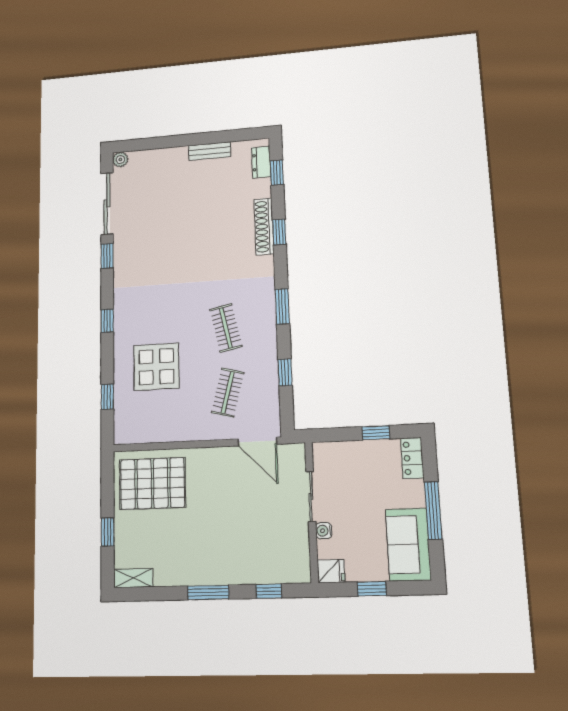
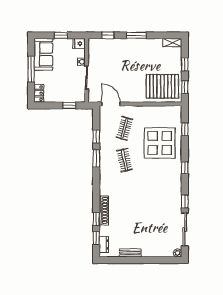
window: (279, 232) -> (96, 219), moved
window: (282, 306) -> (96, 158), moved
display table: (156, 367) -> (160, 143), width x1.36, depth x1.36
window: (376, 433) -> (69, 106), moved
window: (107, 483) -> (185, 87), added

